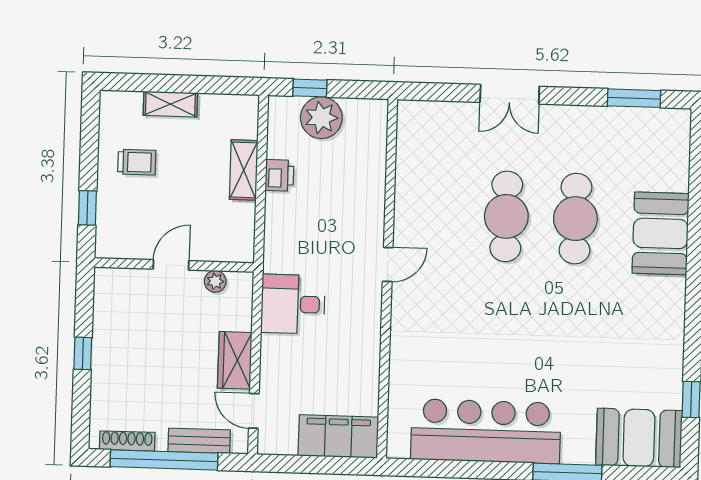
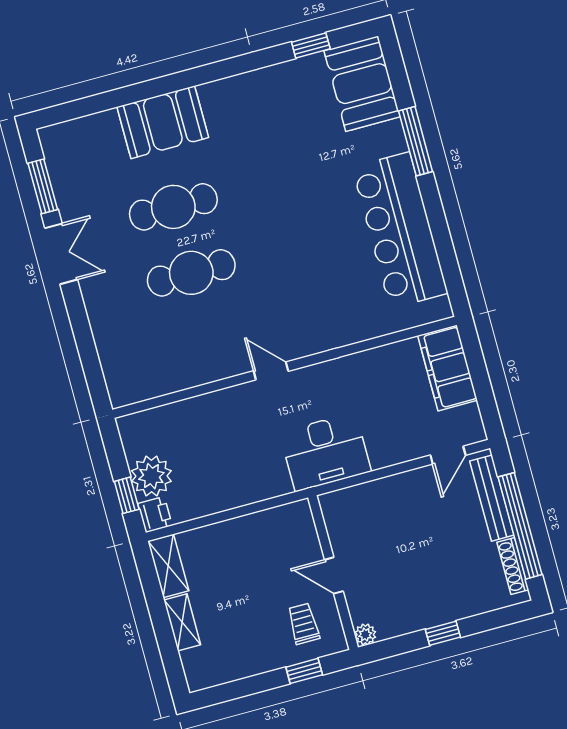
double door: (510, 94) -> (61, 254), moved
trolley: (137, 162) -> (303, 624), moved
shelving: (244, 170) -> (168, 566), moved, turned 90
printer: (279, 175) -> (155, 515), moved, turned 90
plant: (215, 281) -> (365, 635), moved
desk: (293, 304) -> (325, 452), width x1.37
wardrobe: (235, 360) -> (406, 488), removed
bench: (199, 441) -> (492, 498), width x1.36

